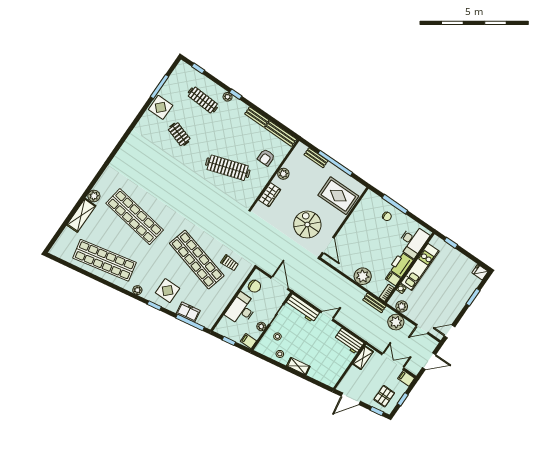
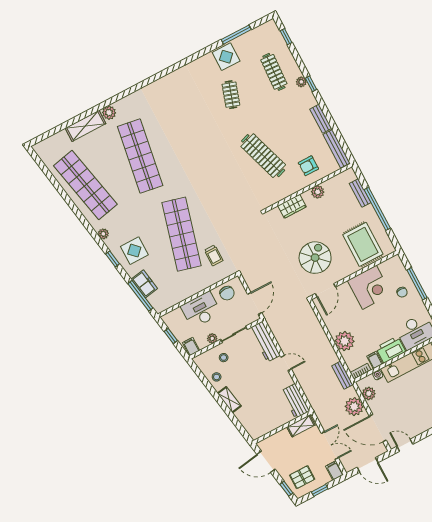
corner desk: (360, 226) -> (369, 287), added
door: (422, 329) -> (378, 428), width x1.87

